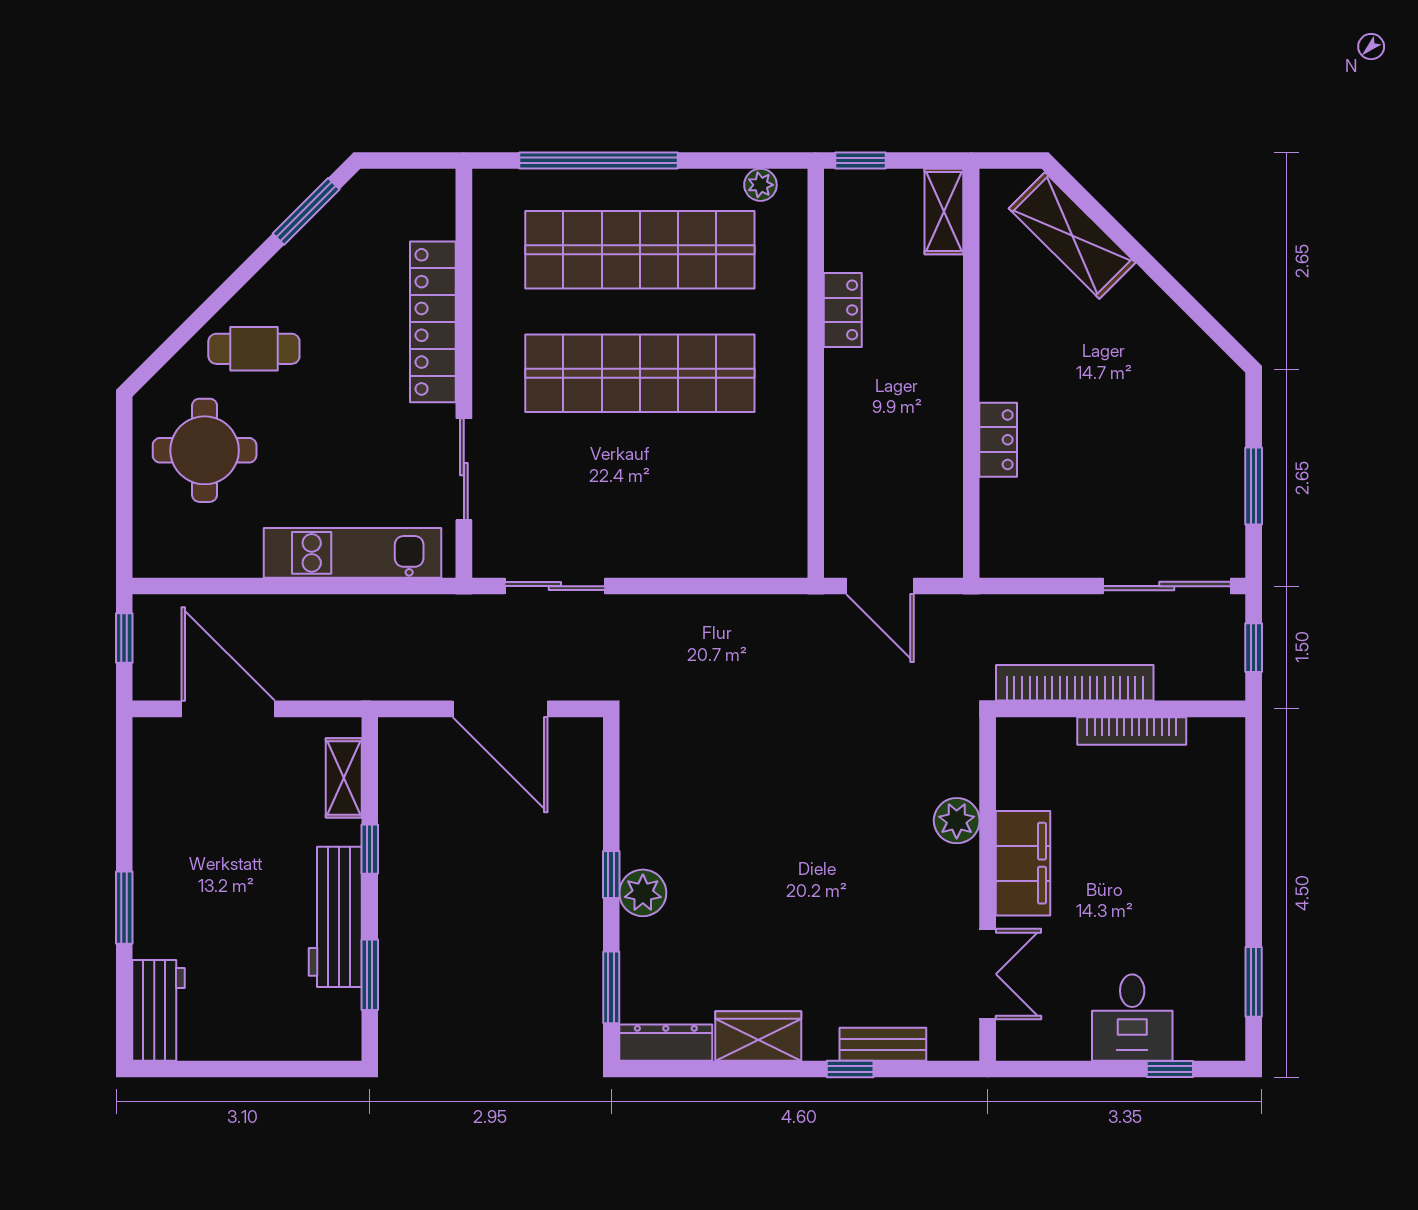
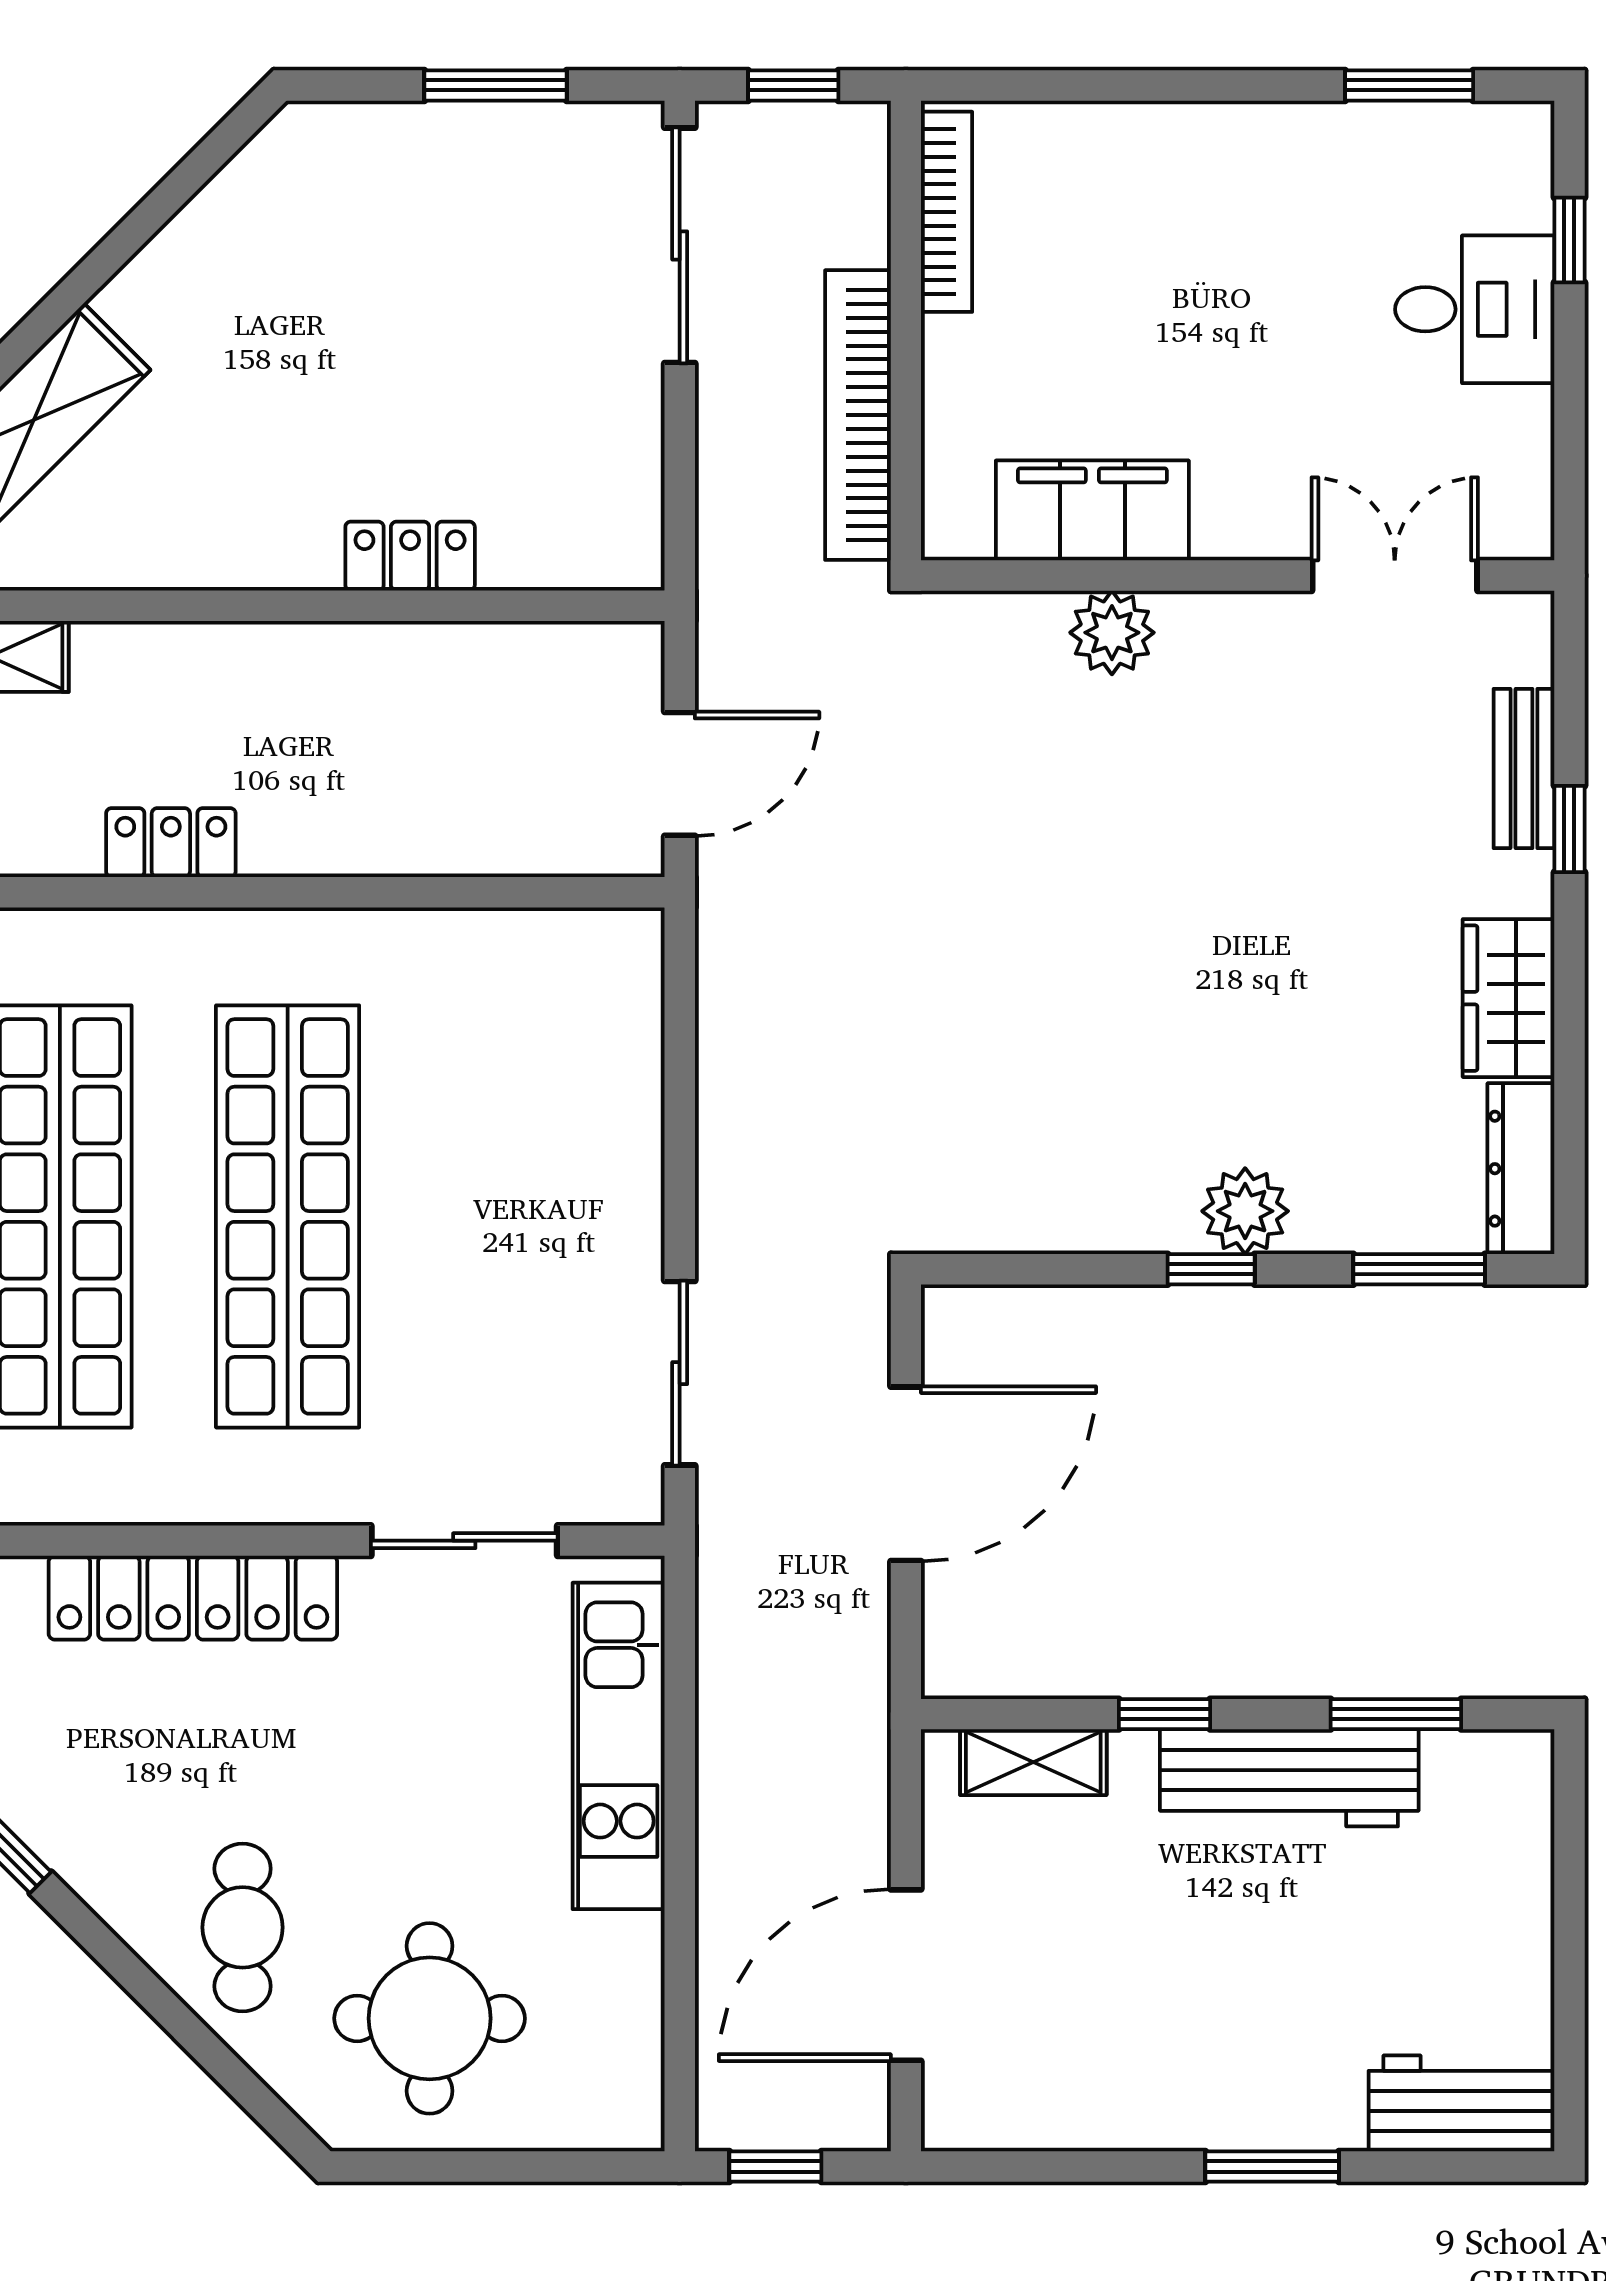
bookcase: (1132, 731) -> (947, 212), moved
filing cabinet: (1023, 863) -> (1092, 510), moved

